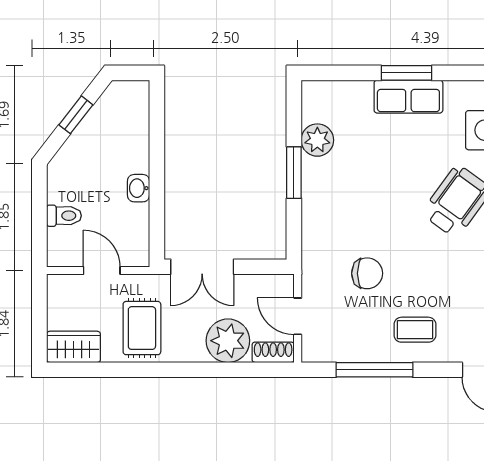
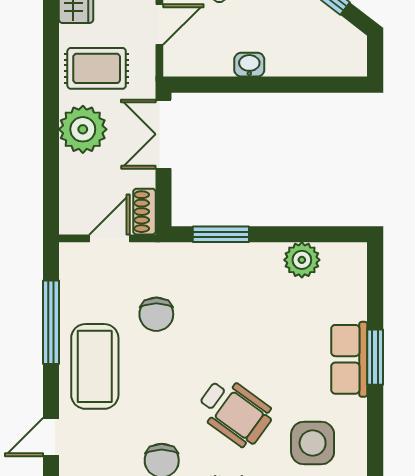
window: (294, 173) -> (221, 234), moved
coffee table: (415, 330) -> (95, 366), width x1.86, depth x1.72
plant: (228, 341) -> (83, 129), moved
shoe rack: (273, 352) -> (144, 212), moved, turned 180

